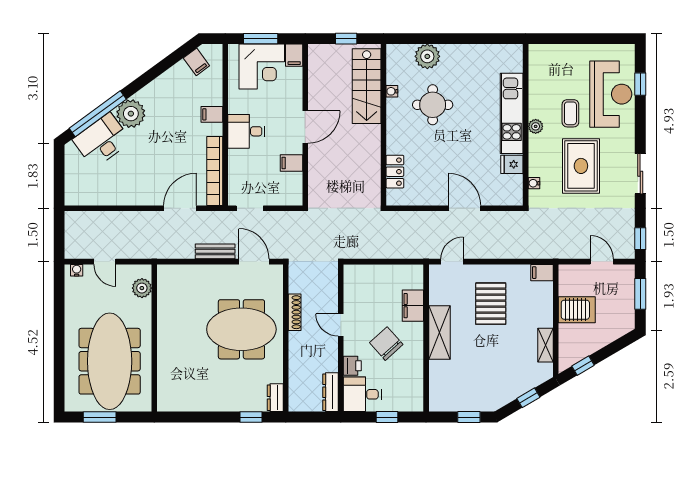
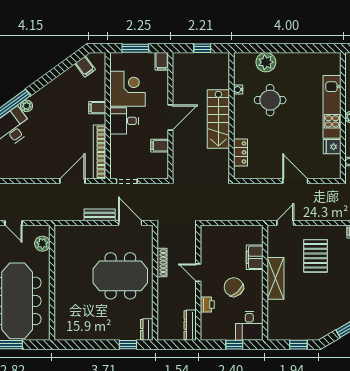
corner desk: (262, 66) -> (127, 89), moved, turned -90
stairs: (367, 86) -> (218, 119), moved
plant: (131, 114) -> (27, 106), width x0.53, depth x0.53
desk: (362, 394) -> (249, 326), moved, turned -90

